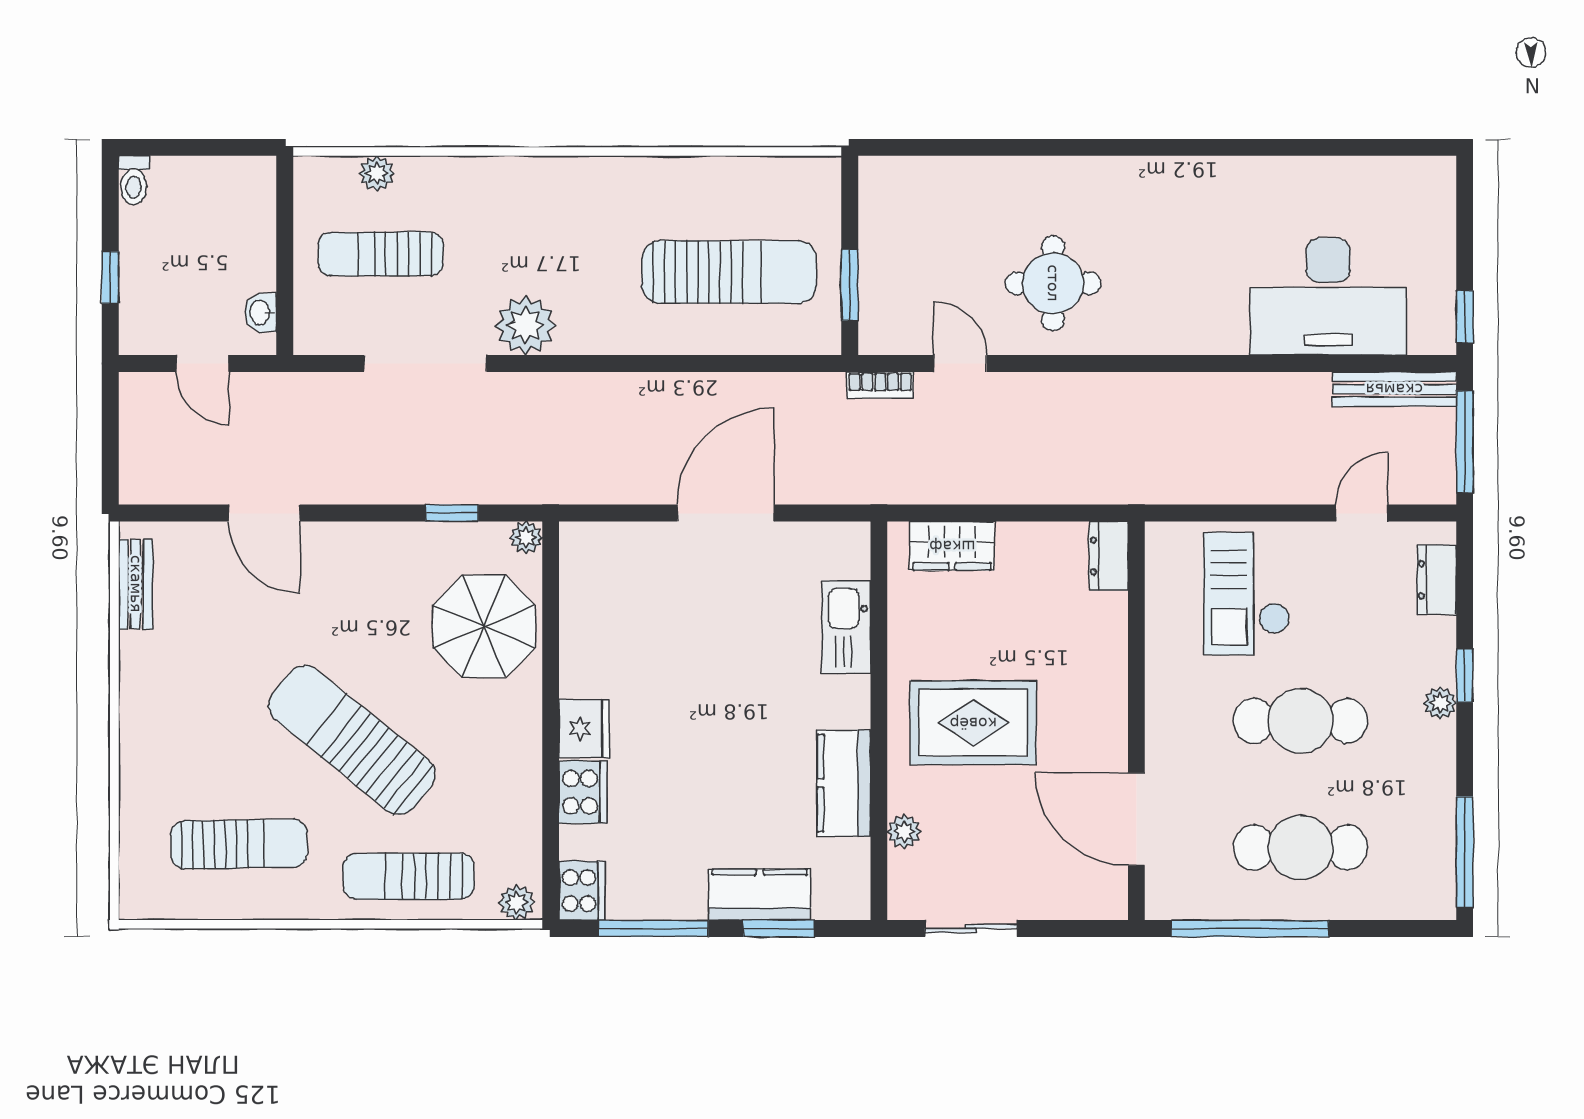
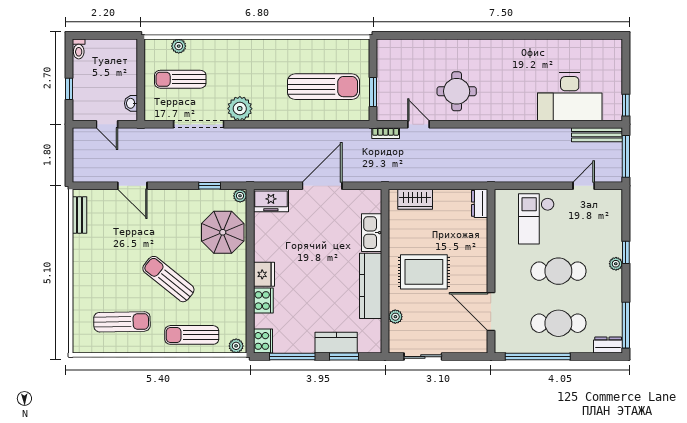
freezer: (601, 549) -> (271, 200), added
dresser: (1437, 580) -> (608, 345), moved, turned 90
sun lounger: (352, 740) -> (168, 279), width x0.73, depth x0.75
kitchen counter: (844, 783) -> (371, 286), width x1.50

